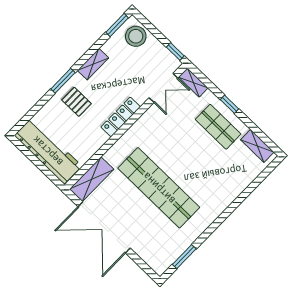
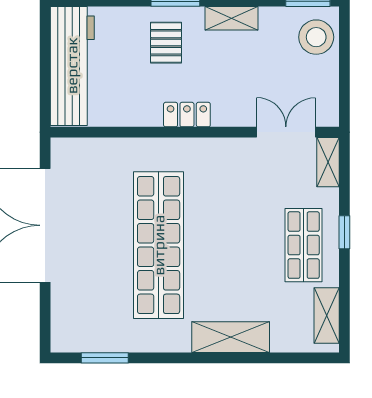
window: (175, 52) -> (344, 103), removed
double door: (163, 88) -> (286, 132), swing flipped
locker: (121, 117) -> (187, 115), width x0.66
shelving: (92, 179) -> (231, 337), moved

